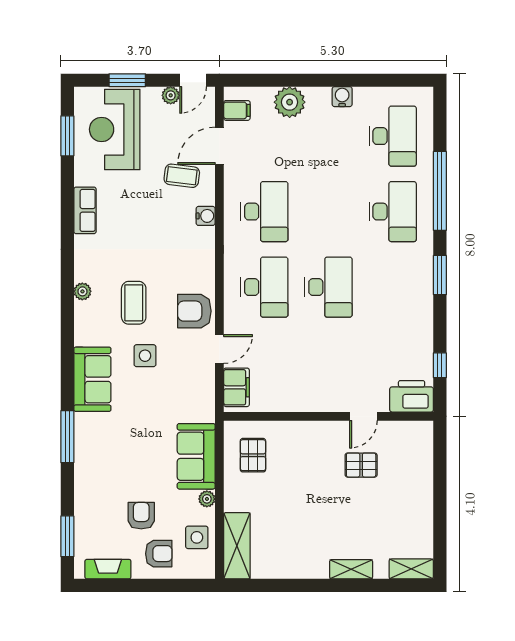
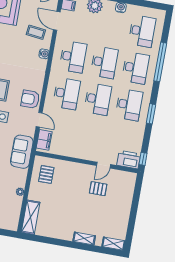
door: (219, 146) -> (57, 21), hinge flipped
desk: (329, 212) -> (104, 62), added
window: (440, 275) -> (151, 114), moved
desk: (393, 287) -> (129, 105), added
door: (219, 349) -> (39, 120), hinge flipped
window: (440, 365) -> (143, 159), moved
sofa: (196, 456) -> (22, 152), moved
side table: (197, 537) -> (12, 210), removed

